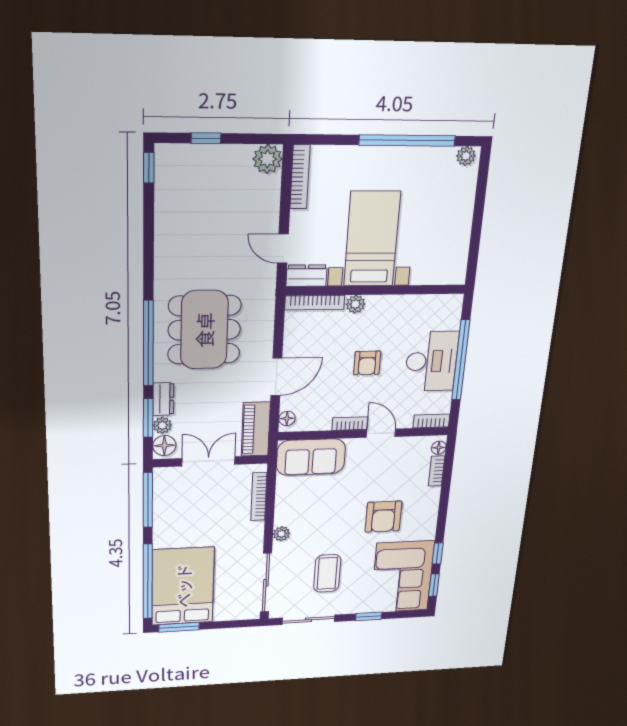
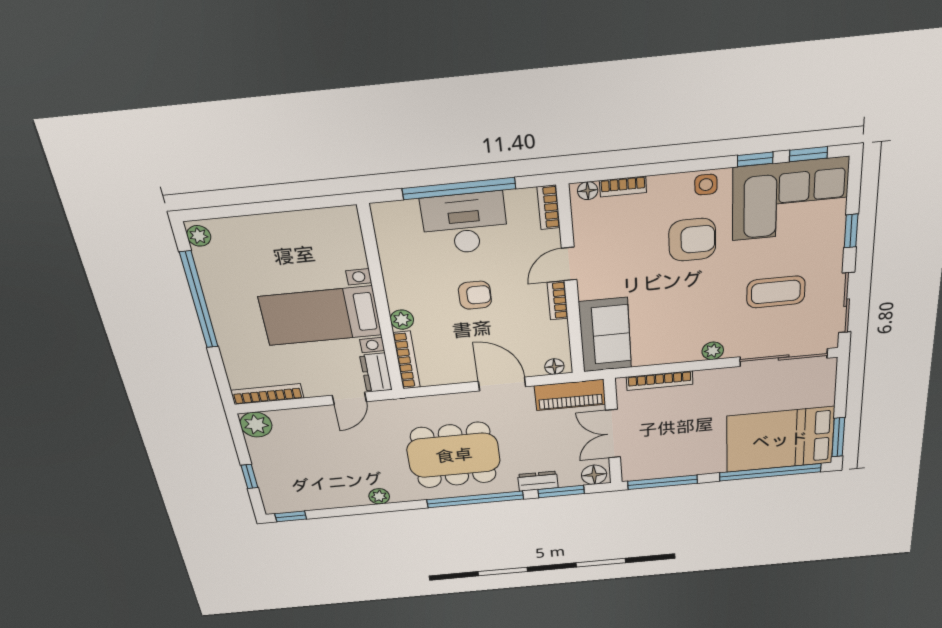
plant: (162, 425) -> (379, 496), moved
side table: (426, 524) -> (706, 185), added

